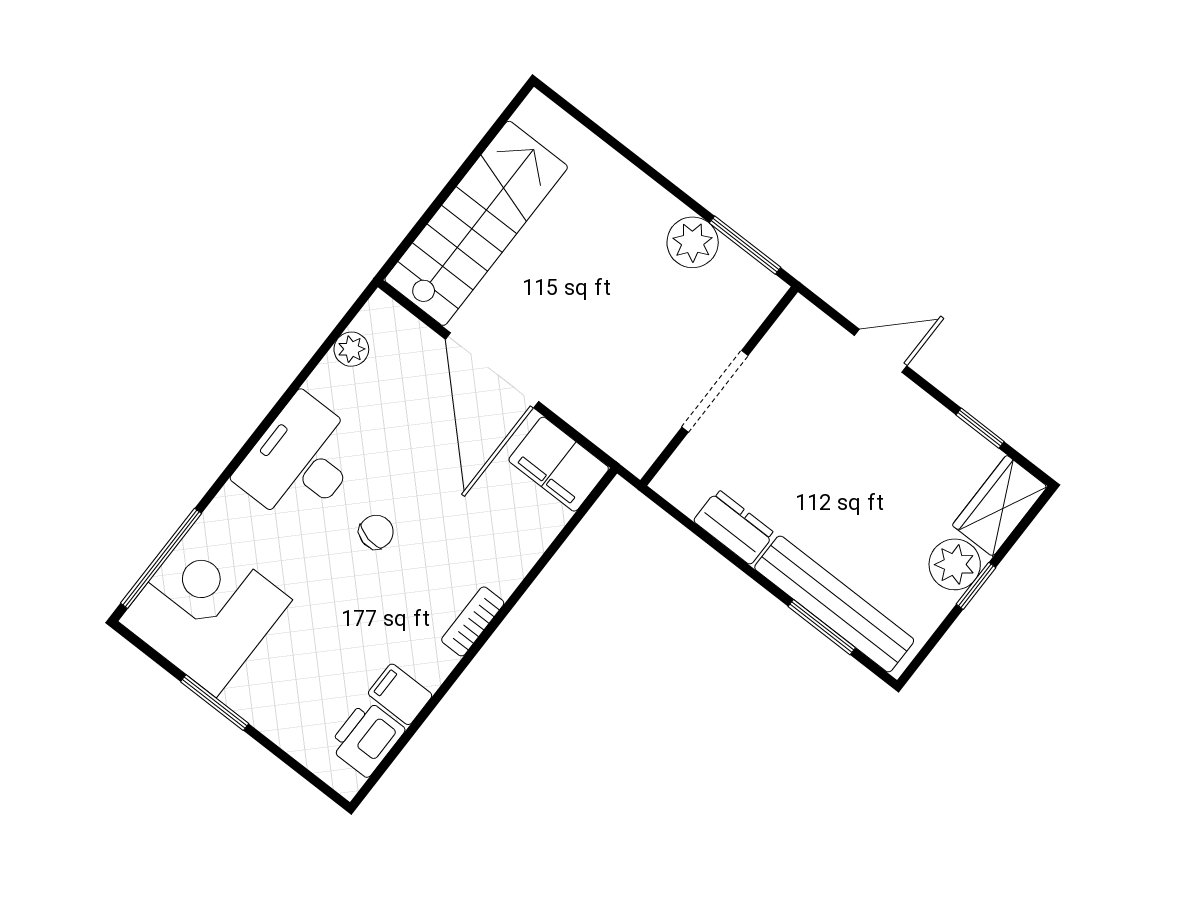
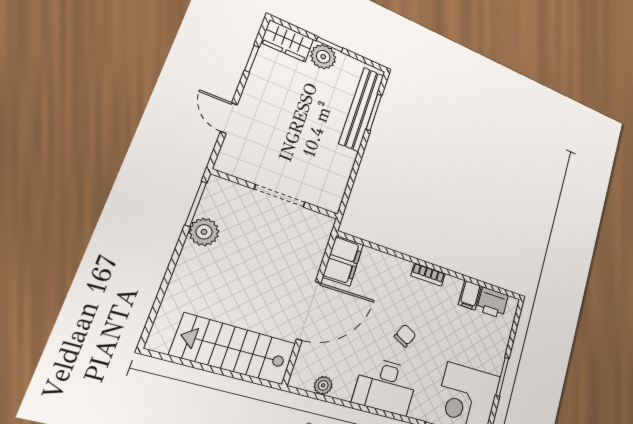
dresser: (734, 527) -> (343, 166), removed
chair: (376, 532) -> (405, 336), turned 104

